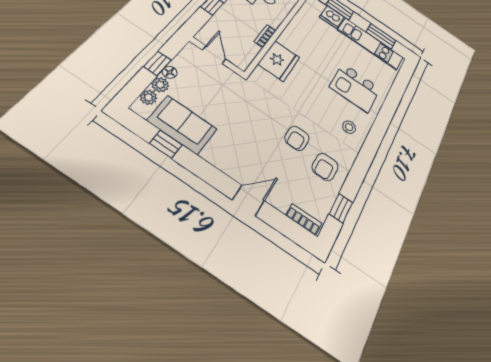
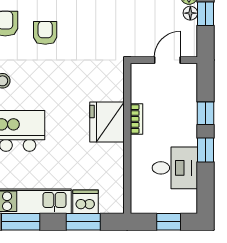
door: (214, 55) -> (167, 60), swing flipped
fridge: (279, 61) -> (107, 122), moved

